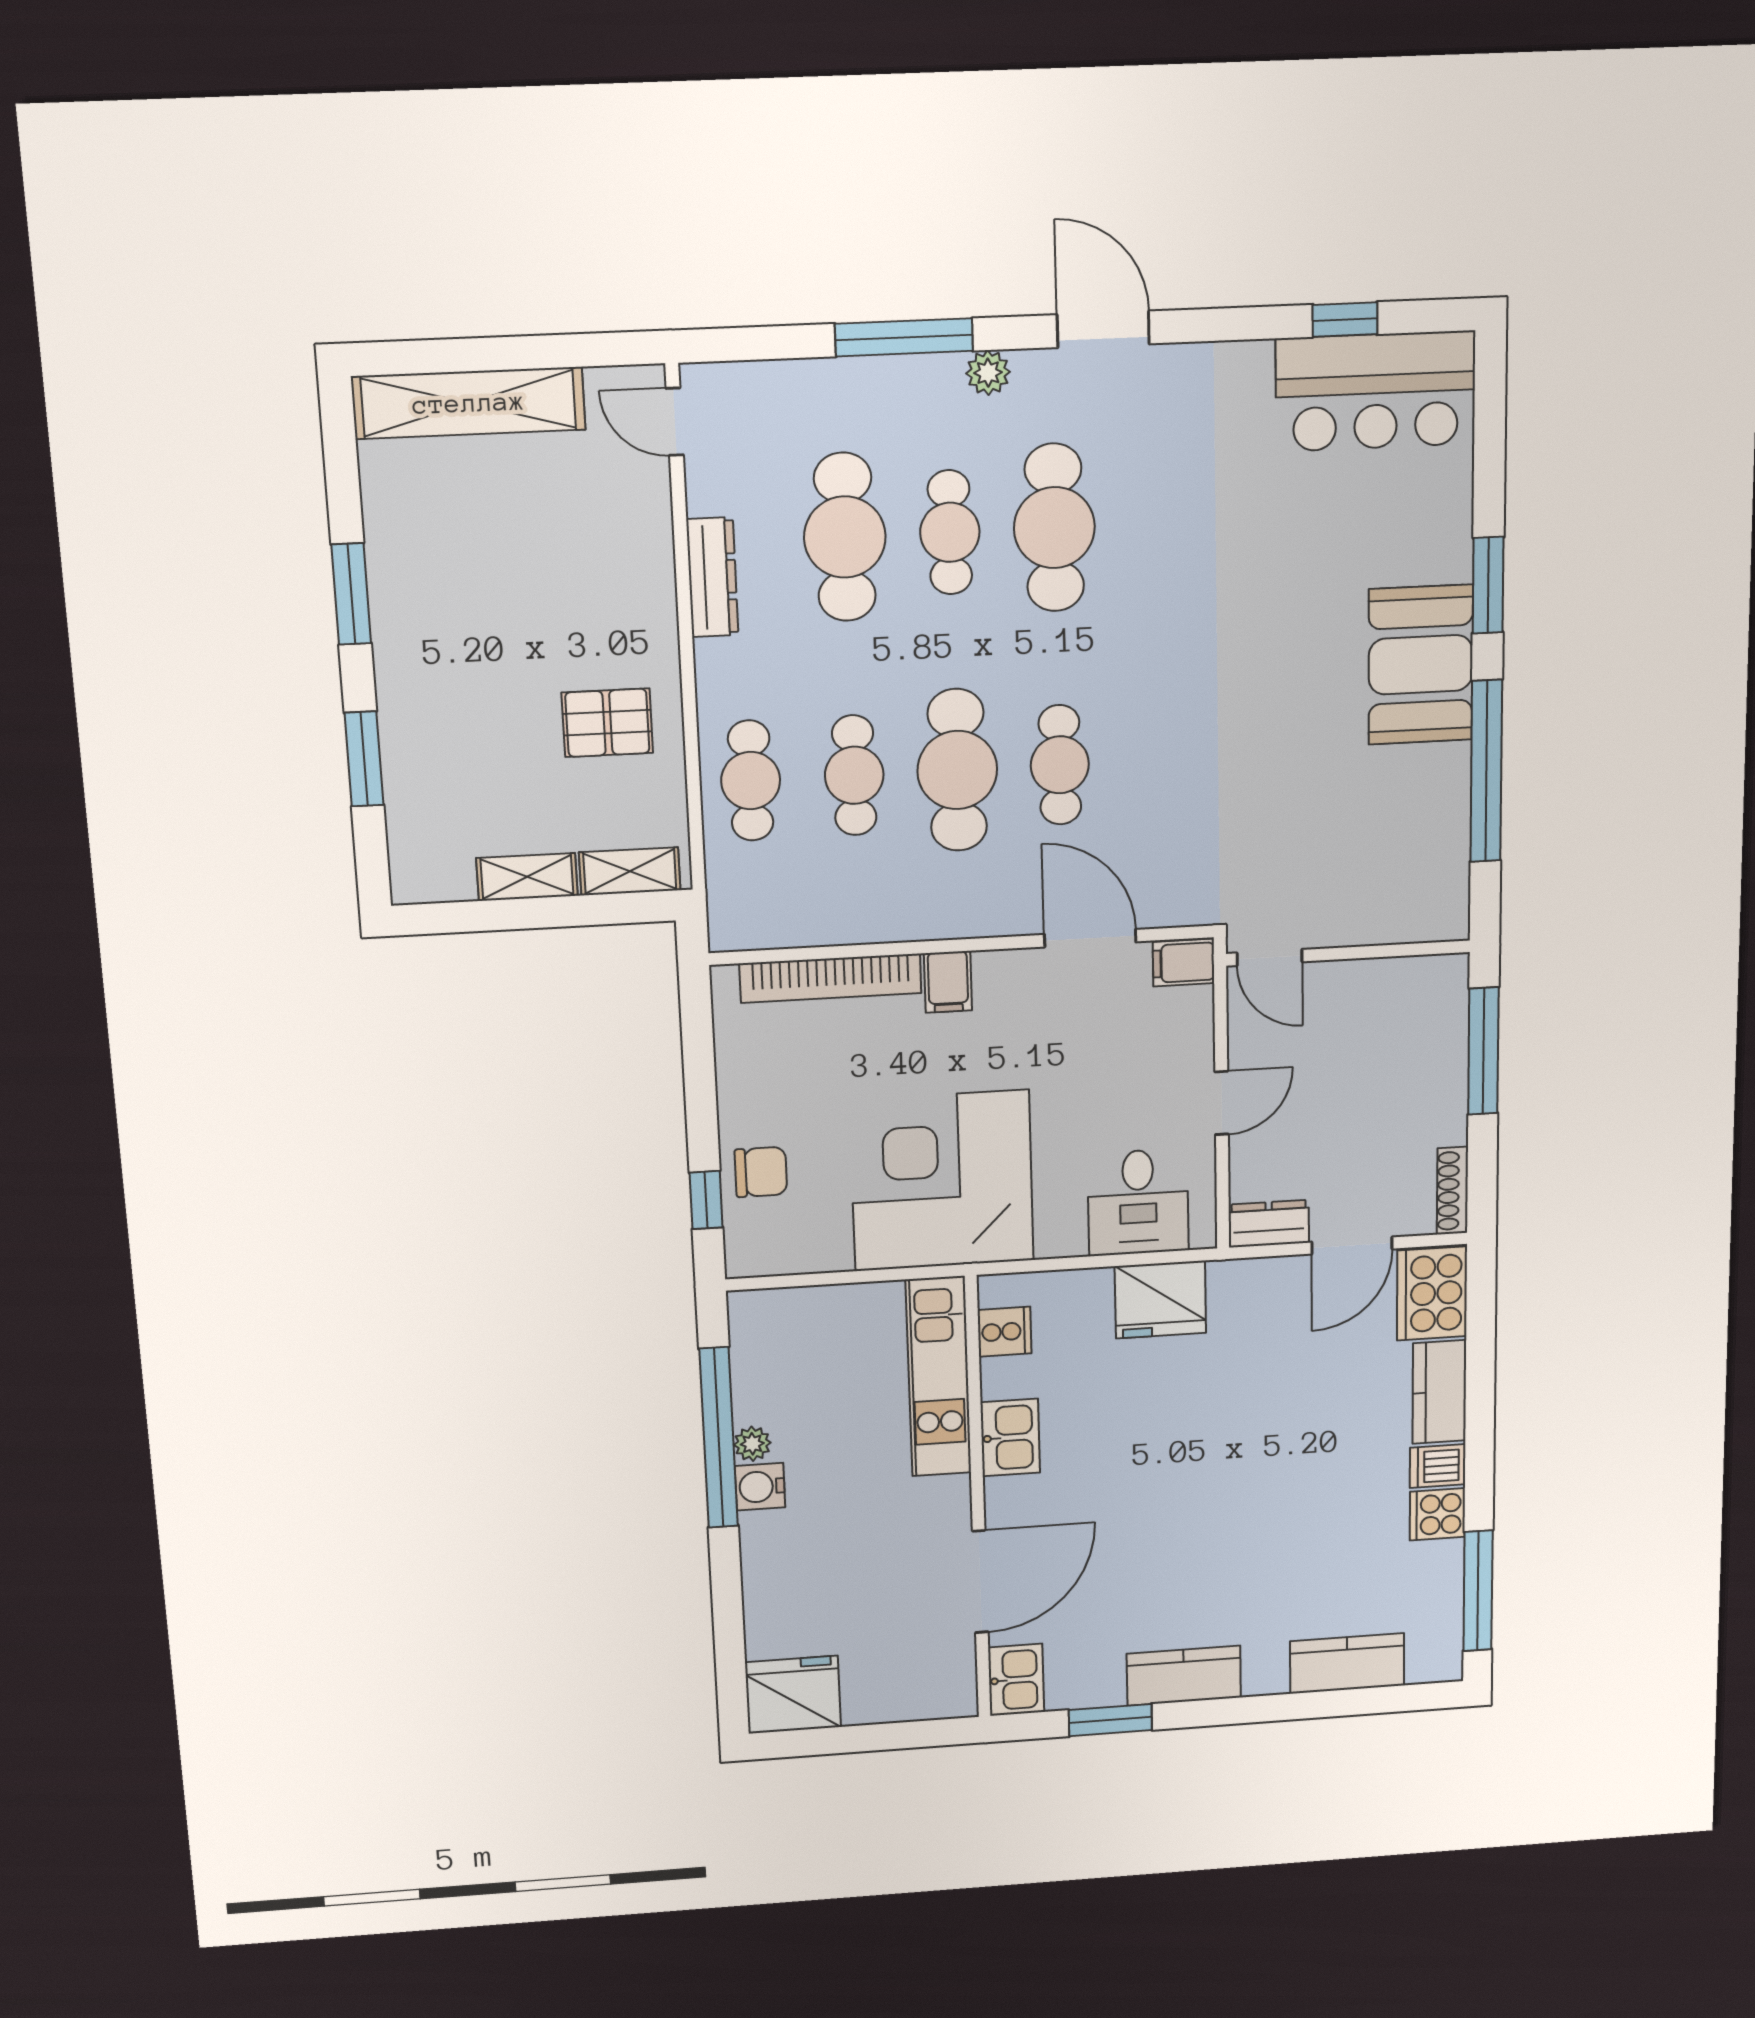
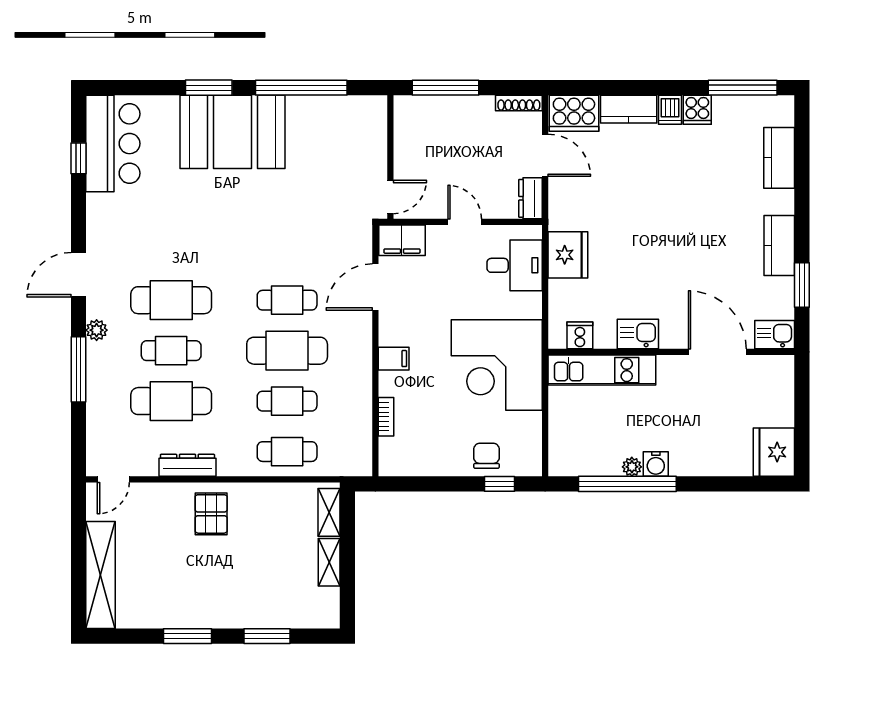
booth: (1421, 665) -> (232, 132), width x1.36, depth x1.42
pallet: (607, 723) -> (211, 514), moved
filing cabinet: (1184, 963) -> (402, 240), width x2.00
bookcase: (831, 978) -> (386, 417), width x0.43, depth x0.76

